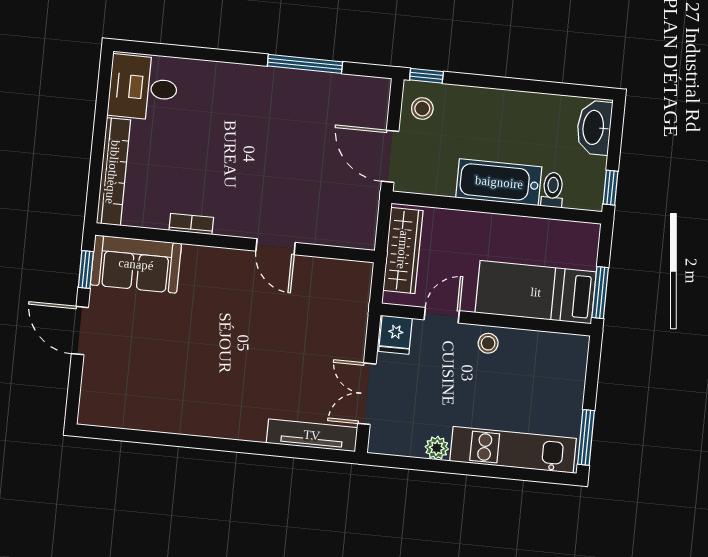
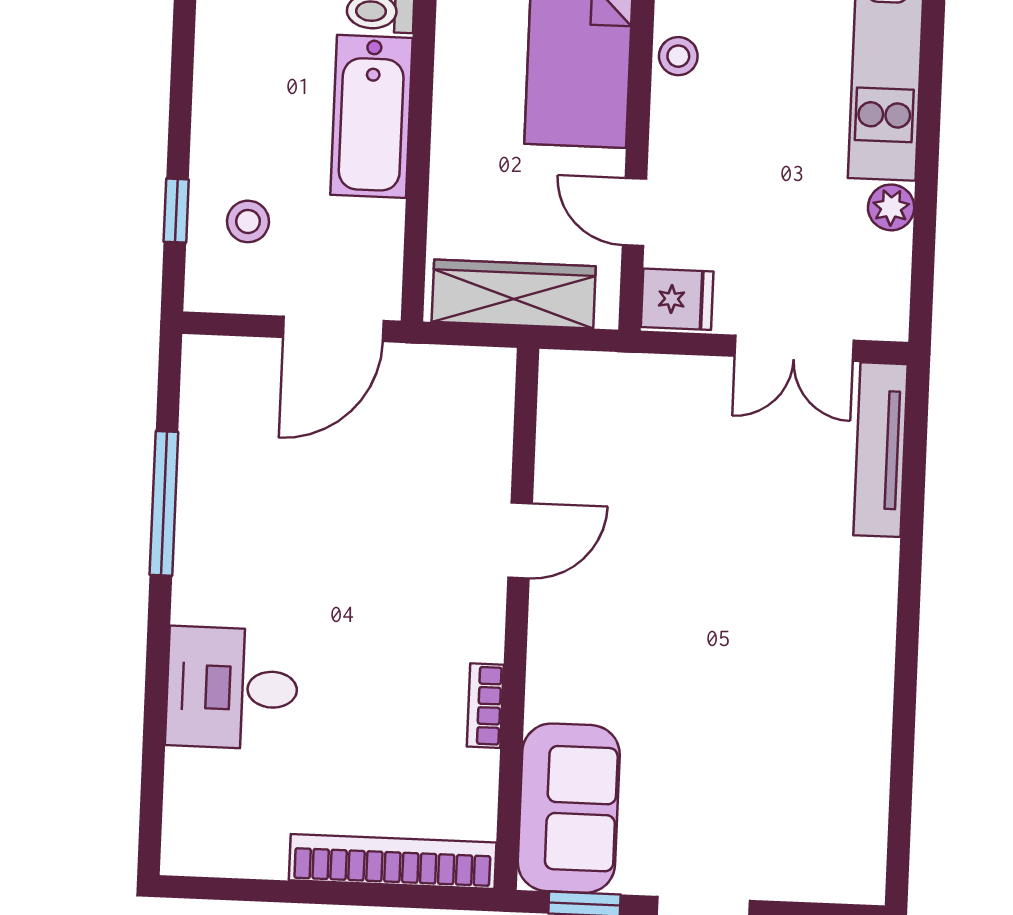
window: (426, 76) -> (176, 211), moved
desk: (143, 88) -> (232, 688), moved, turned 90
stool: (422, 109) -> (248, 221), moved
stool: (488, 343) -> (678, 56), moved

